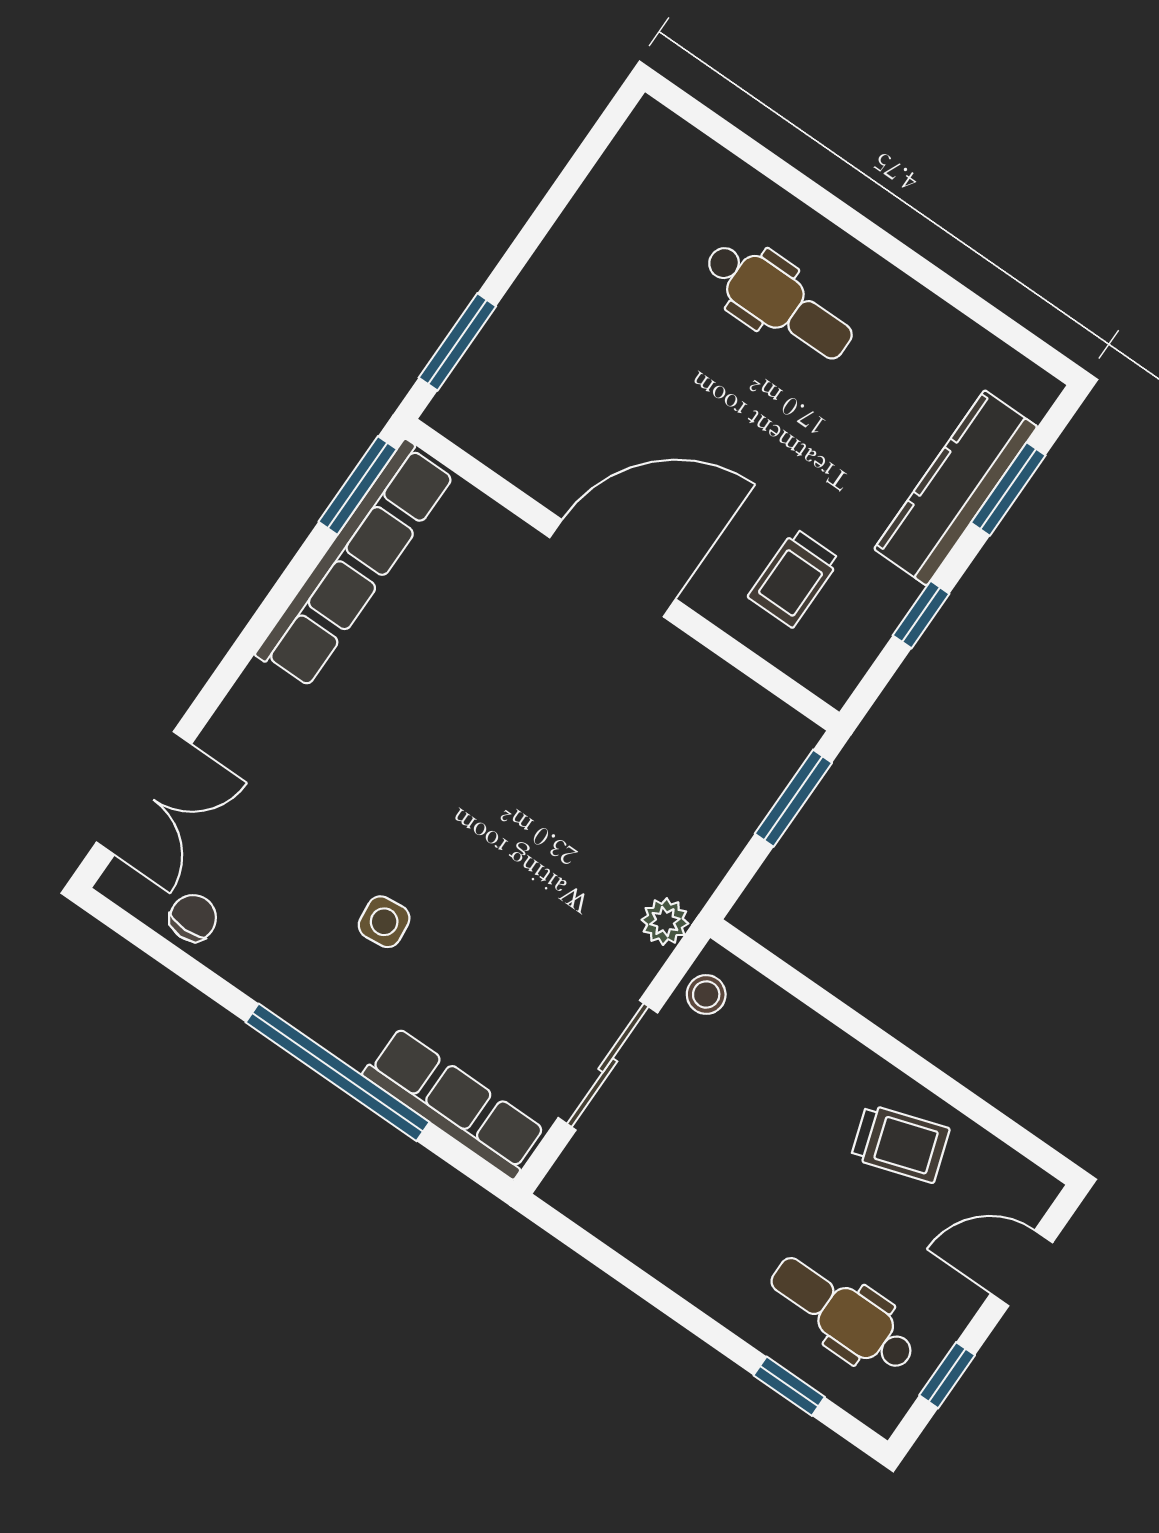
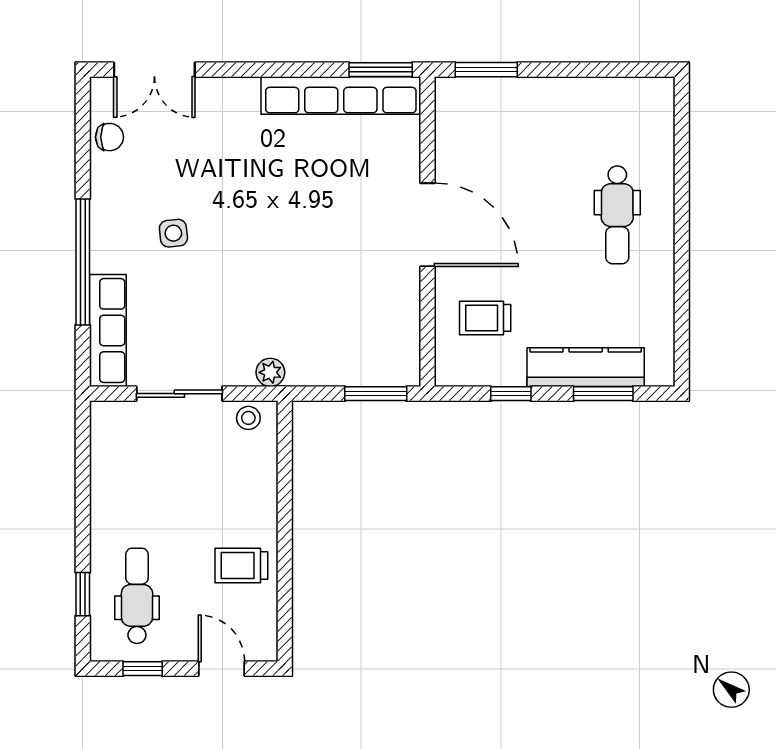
trolley: (900, 1143) -> (241, 566), turned 108

